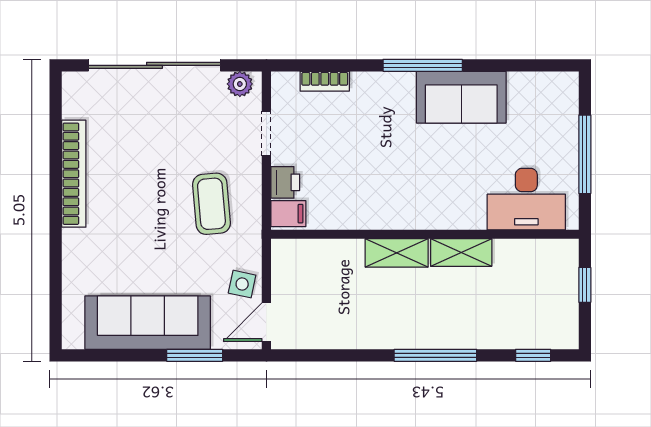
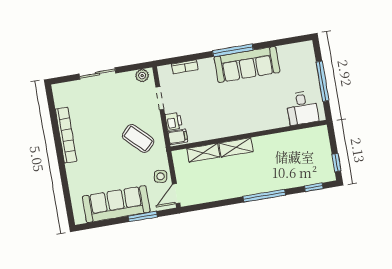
sliding door: (154, 65) -> (97, 74), width x0.54
sofa: (461, 97) -> (247, 65), width x1.36
desk: (526, 199) -> (302, 108), width x0.73
coffee table: (211, 204) -> (138, 139), turned -40
shelving: (461, 252) -> (203, 153), moved
window: (585, 285) -> (336, 163), moved

